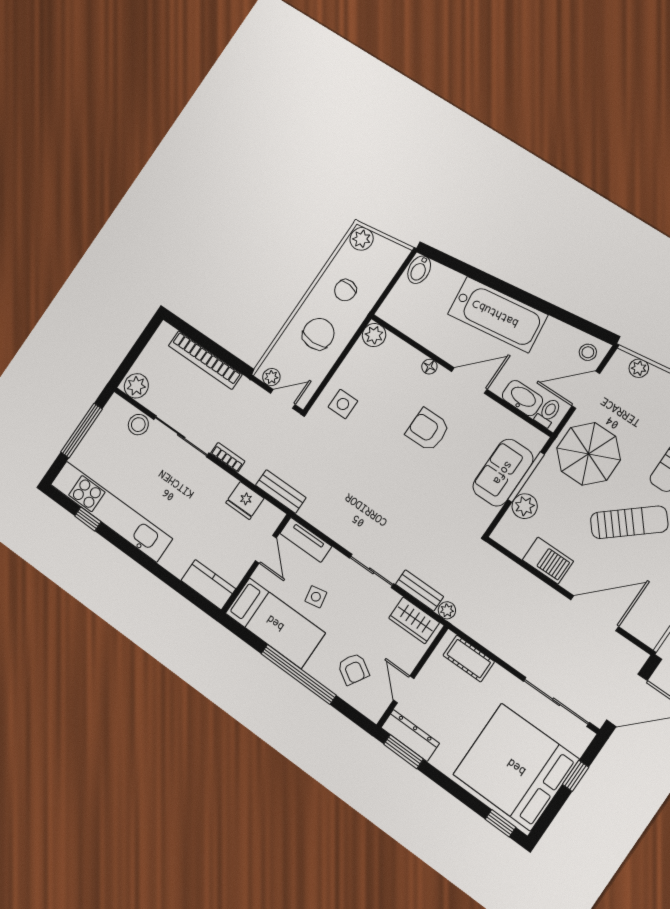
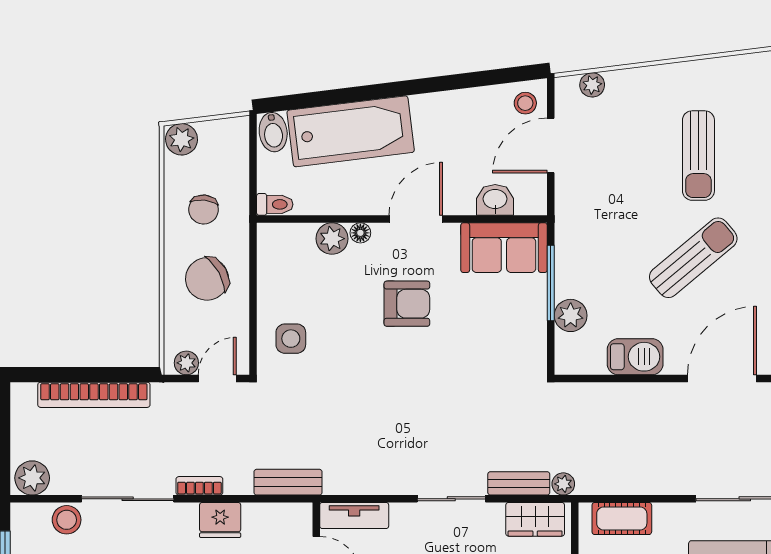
bathtub: (498, 315) -> (351, 131), moved
chair: (318, 334) -> (207, 279), turned -119
plant: (374, 335) -> (332, 239), moved
washbasin: (522, 398) -> (495, 200), width x0.72
toilet: (548, 413) -> (275, 204), moved, turned 90
armchair: (428, 430) -> (407, 304), turned 180
parasol: (589, 454) -> (601, 213), removed
sofa: (503, 473) -> (504, 248), moved, turned -90
fridge: (245, 501) -> (220, 520), moved

